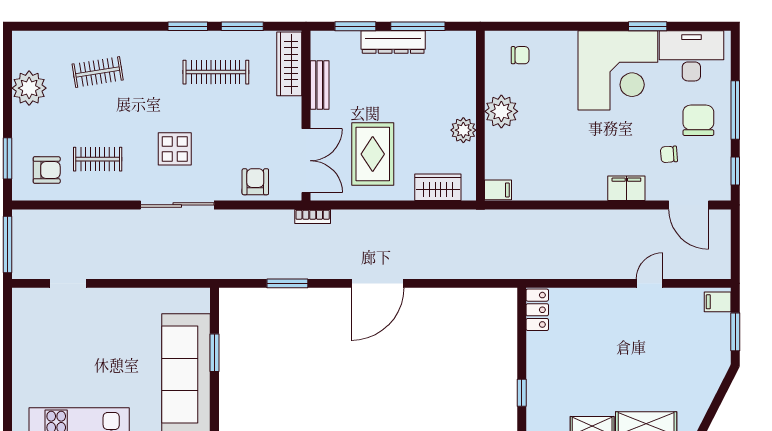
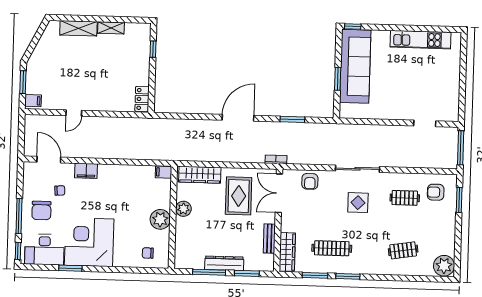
plant: (29, 88) -> (444, 266), moved
window: (735, 171) -> (18, 251), moved
wardrobe: (438, 187) -> (200, 175), width x1.50

